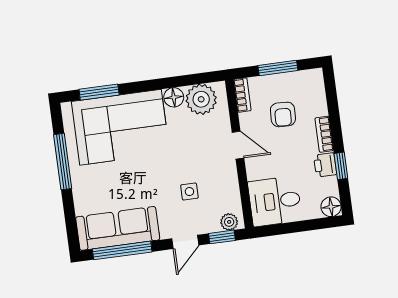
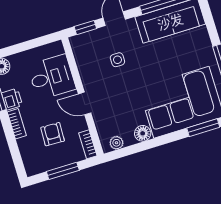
plant: (201, 99) -> (116, 143), width x0.53, depth x0.53
desk: (275, 201) -> (52, 77), moved
plant: (229, 222) -> (81, 41), removed

